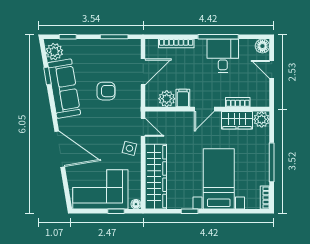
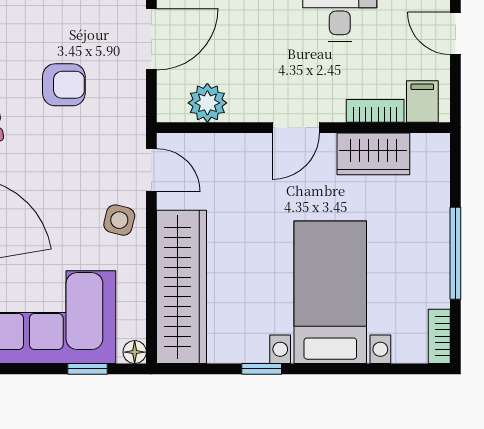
filing cabinet: (183, 98) -> (422, 101), moved
plant: (262, 119) -> (431, 152), removed

